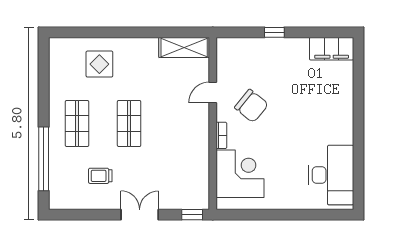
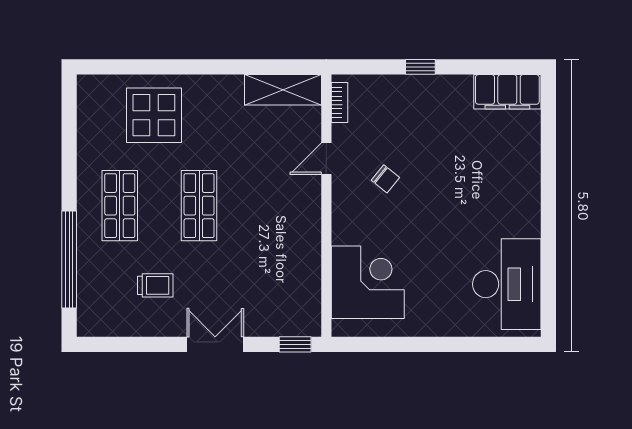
display table: (99, 64) -> (154, 115), width x1.36, depth x1.36
chair: (251, 106) -> (385, 179), width x0.54, depth x0.54
bookcase: (221, 135) -> (340, 103), moved
trolley: (100, 176) -> (155, 285), turned 180

